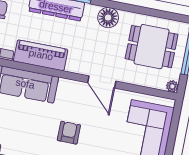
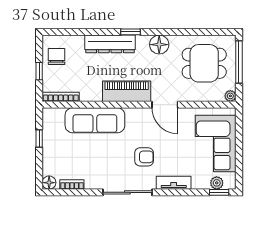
piano: (41, 55) -> (127, 91), moved
armchair: (69, 133) -> (144, 157), turned 90

